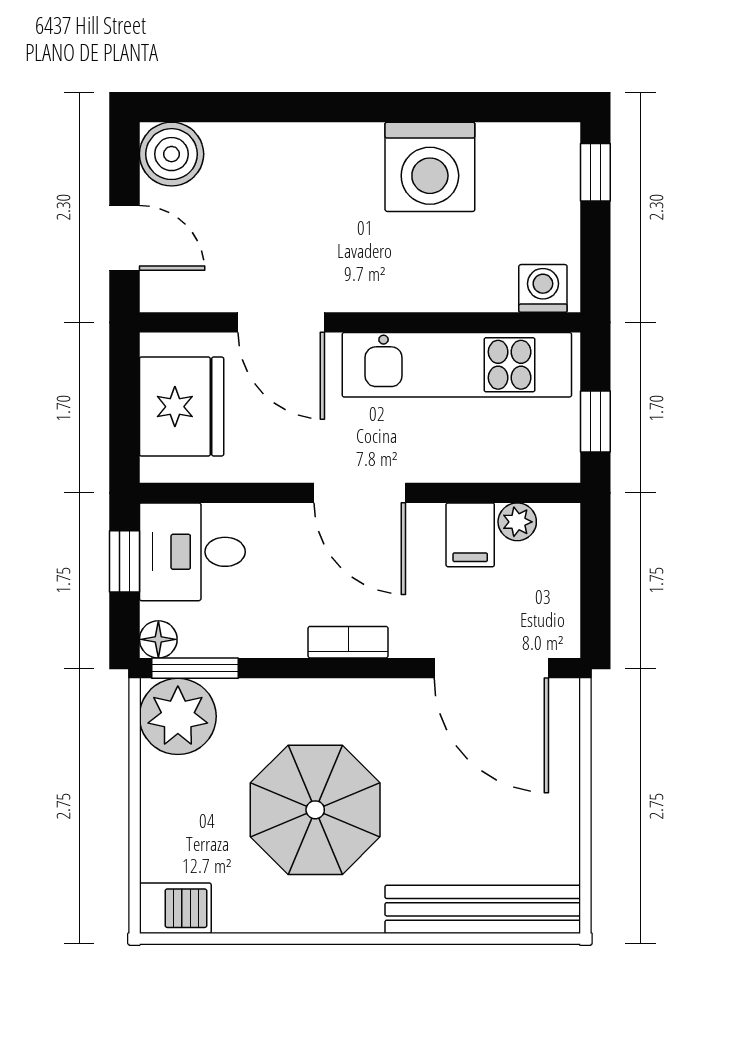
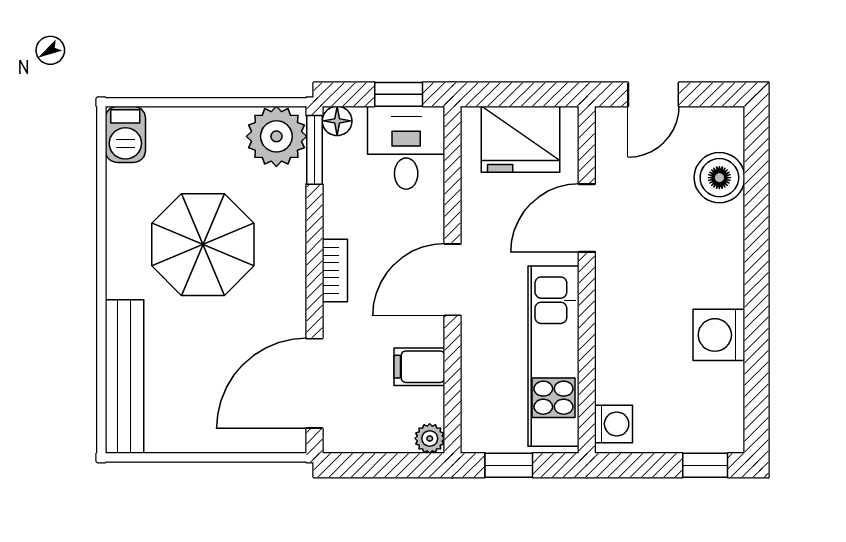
boiler: (172, 154) -> (719, 178), moved
washing machine: (430, 167) -> (719, 335), width x0.73, depth x0.73
plant: (517, 522) -> (430, 438), moved

